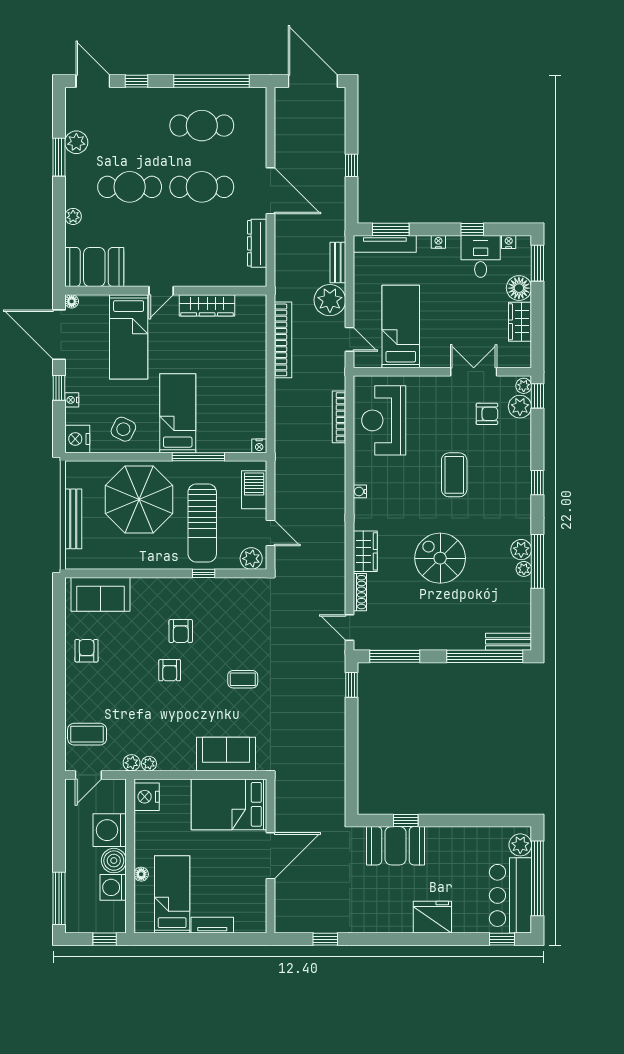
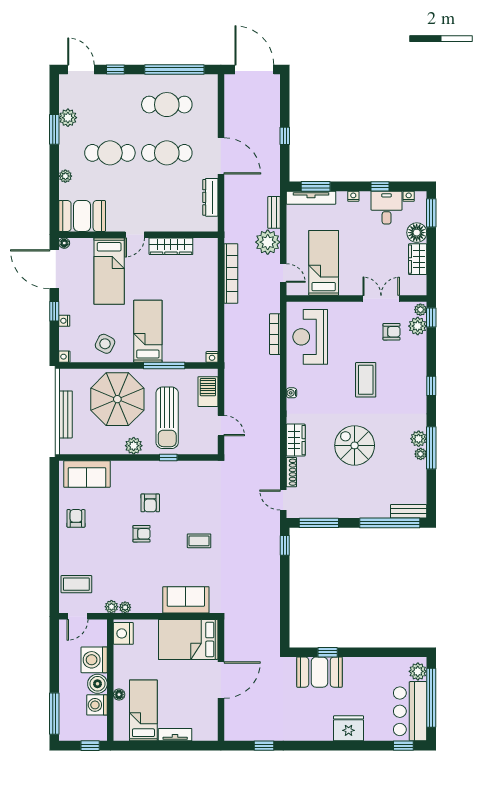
nightstand: (77, 439) -> (64, 357), width x0.53, depth x0.56
plant: (251, 559) -> (134, 446), moved
armchair: (170, 670) -> (142, 534), turned -90

